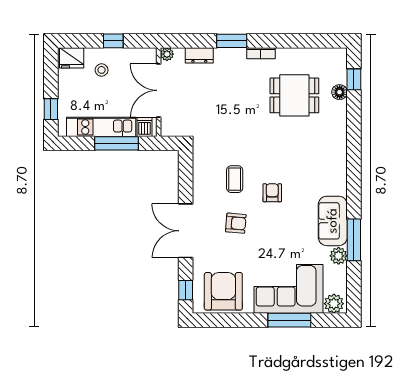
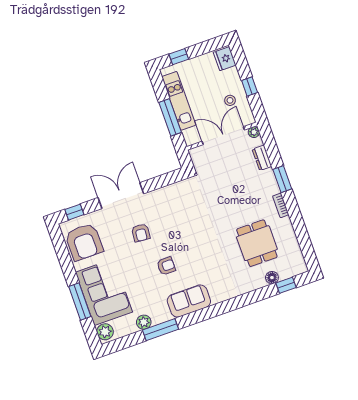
stool: (102, 70) -> (230, 100), moved
dishwasher: (145, 127) -> (191, 135), removed
coffee table: (235, 179) -> (175, 220), removed
armchair: (272, 193) -> (166, 266), moved
sofa: (333, 221) -> (189, 301), moved
armchair: (223, 291) -> (84, 242), turned 90

